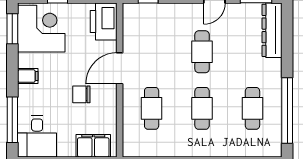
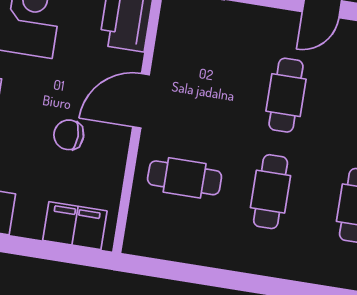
cafe table: (152, 108) -> (185, 178), turned 90

